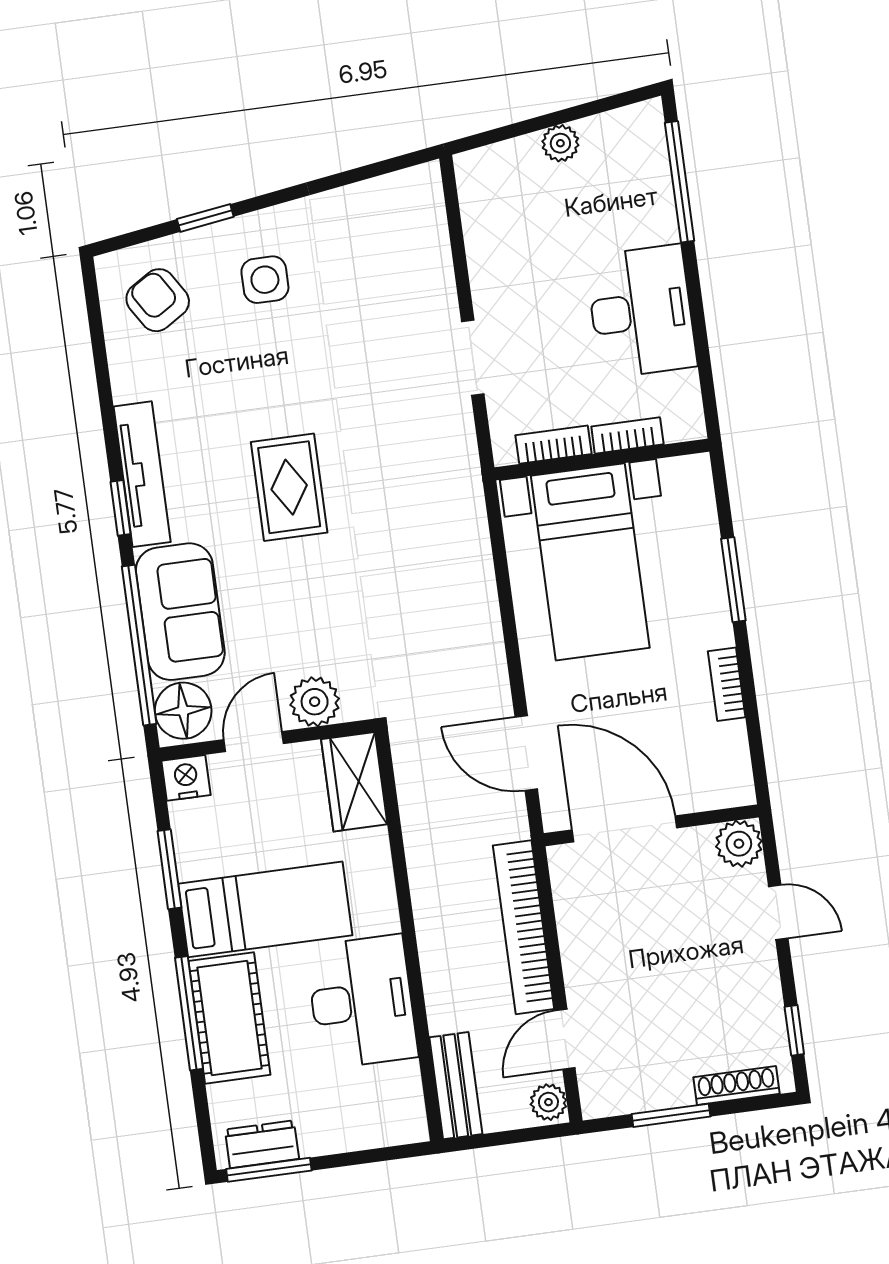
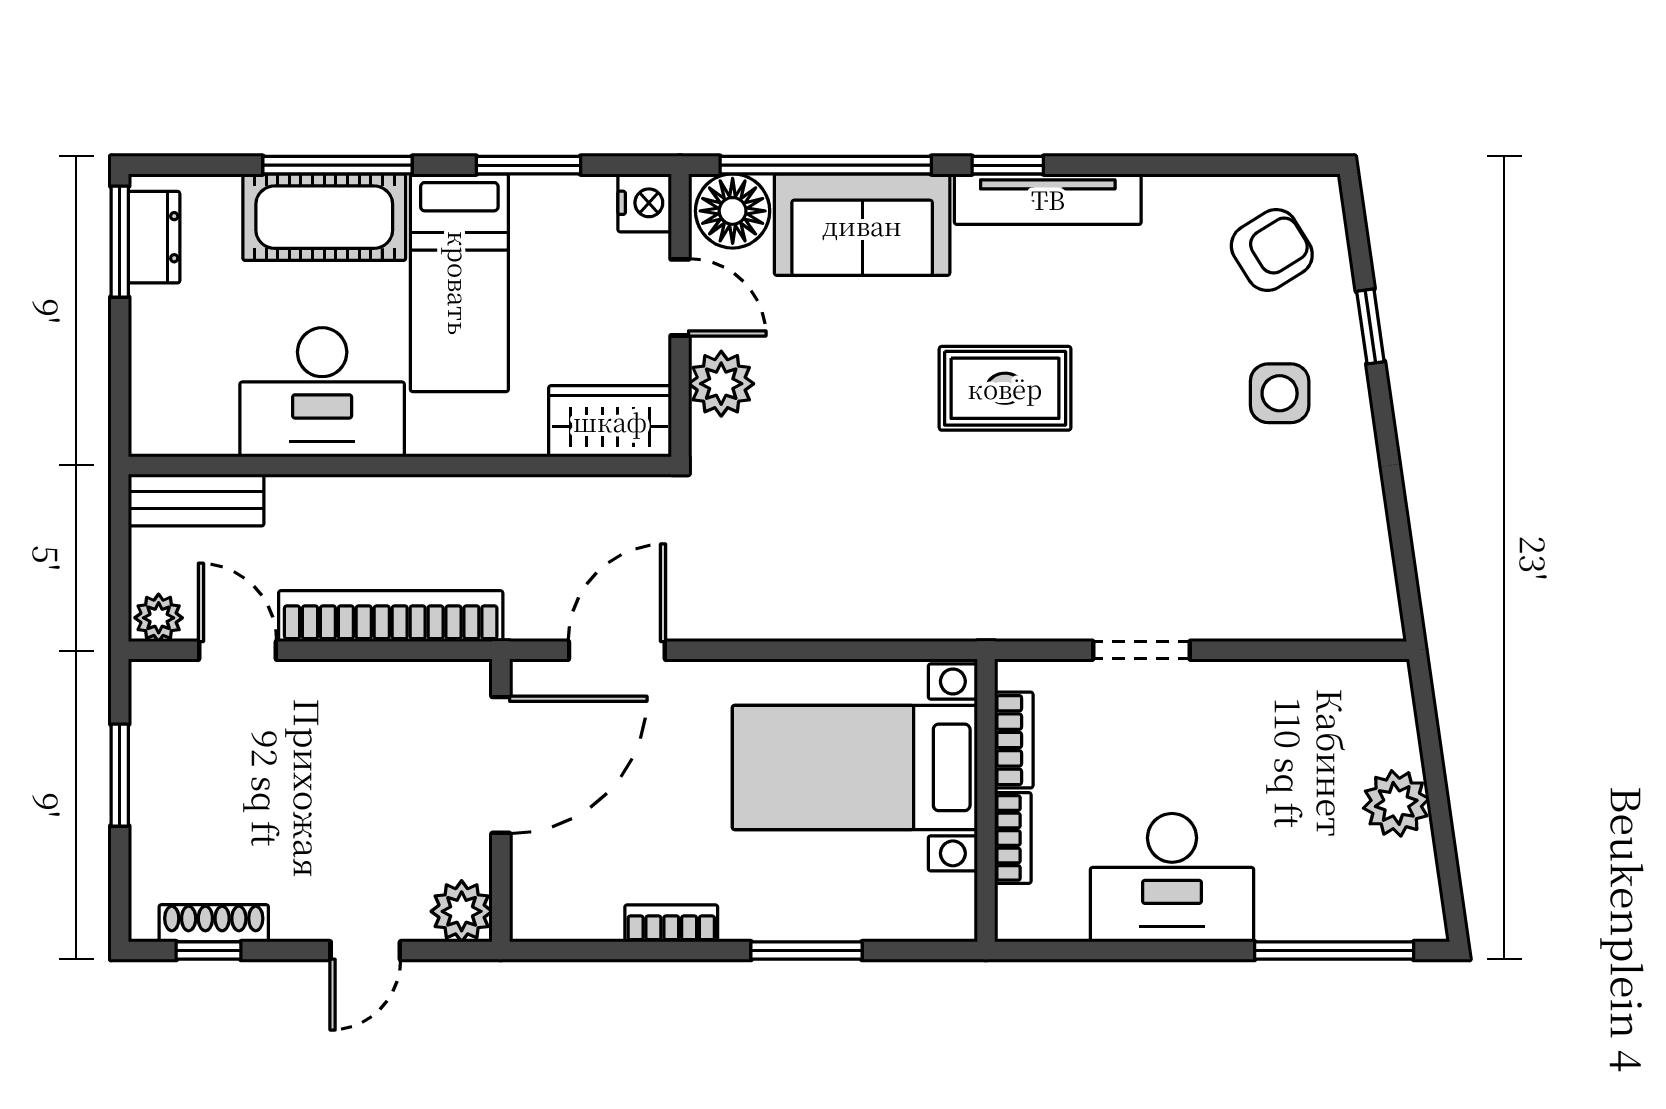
plant: (560, 143) -> (1396, 803), width x1.38, depth x1.38
shoe rack: (736, 1086) -> (214, 923), moved, turned -90

